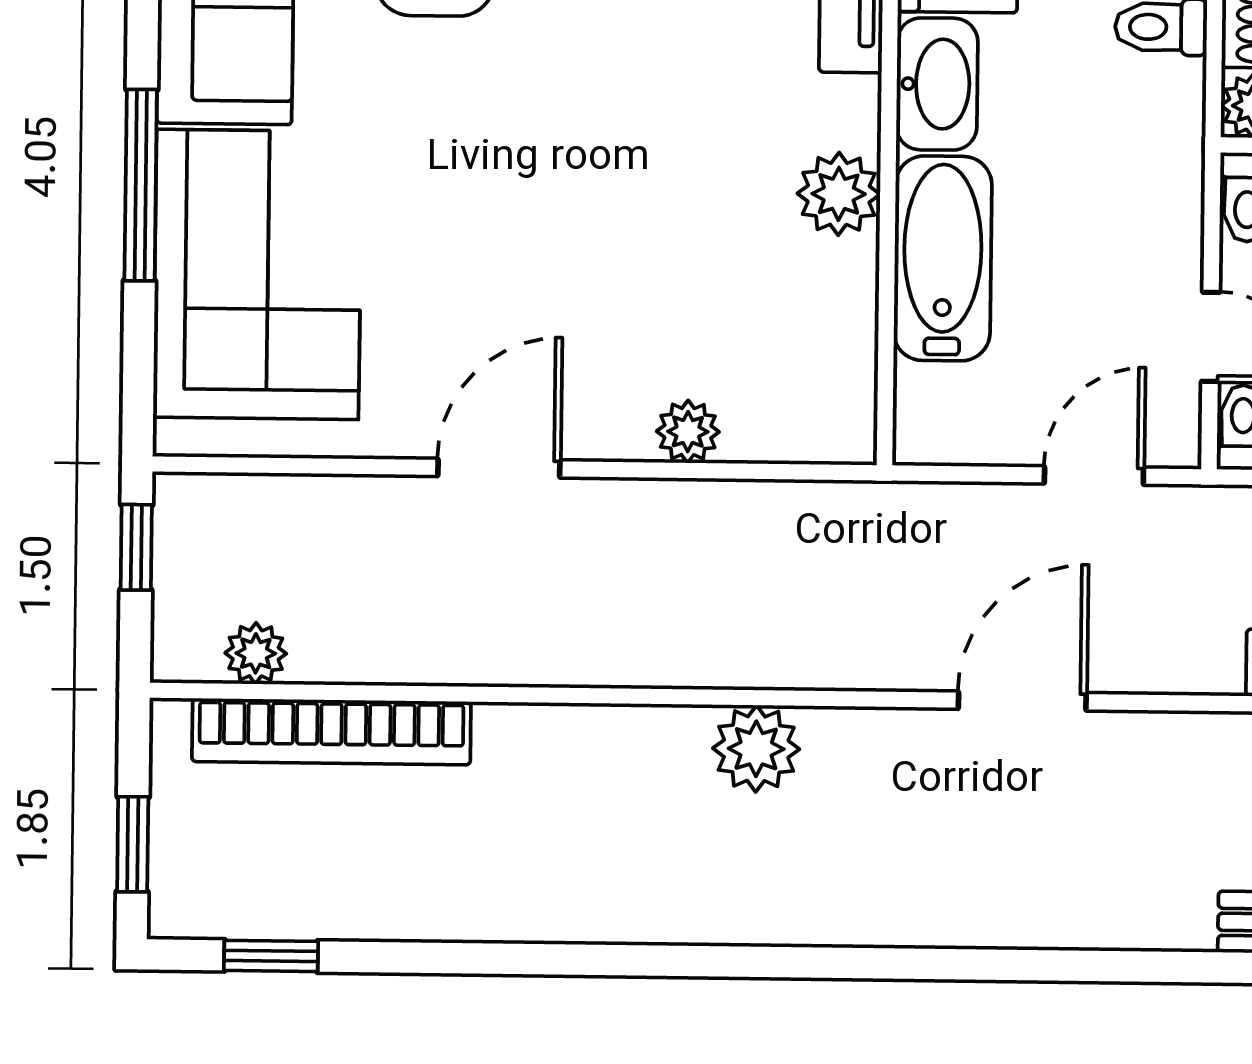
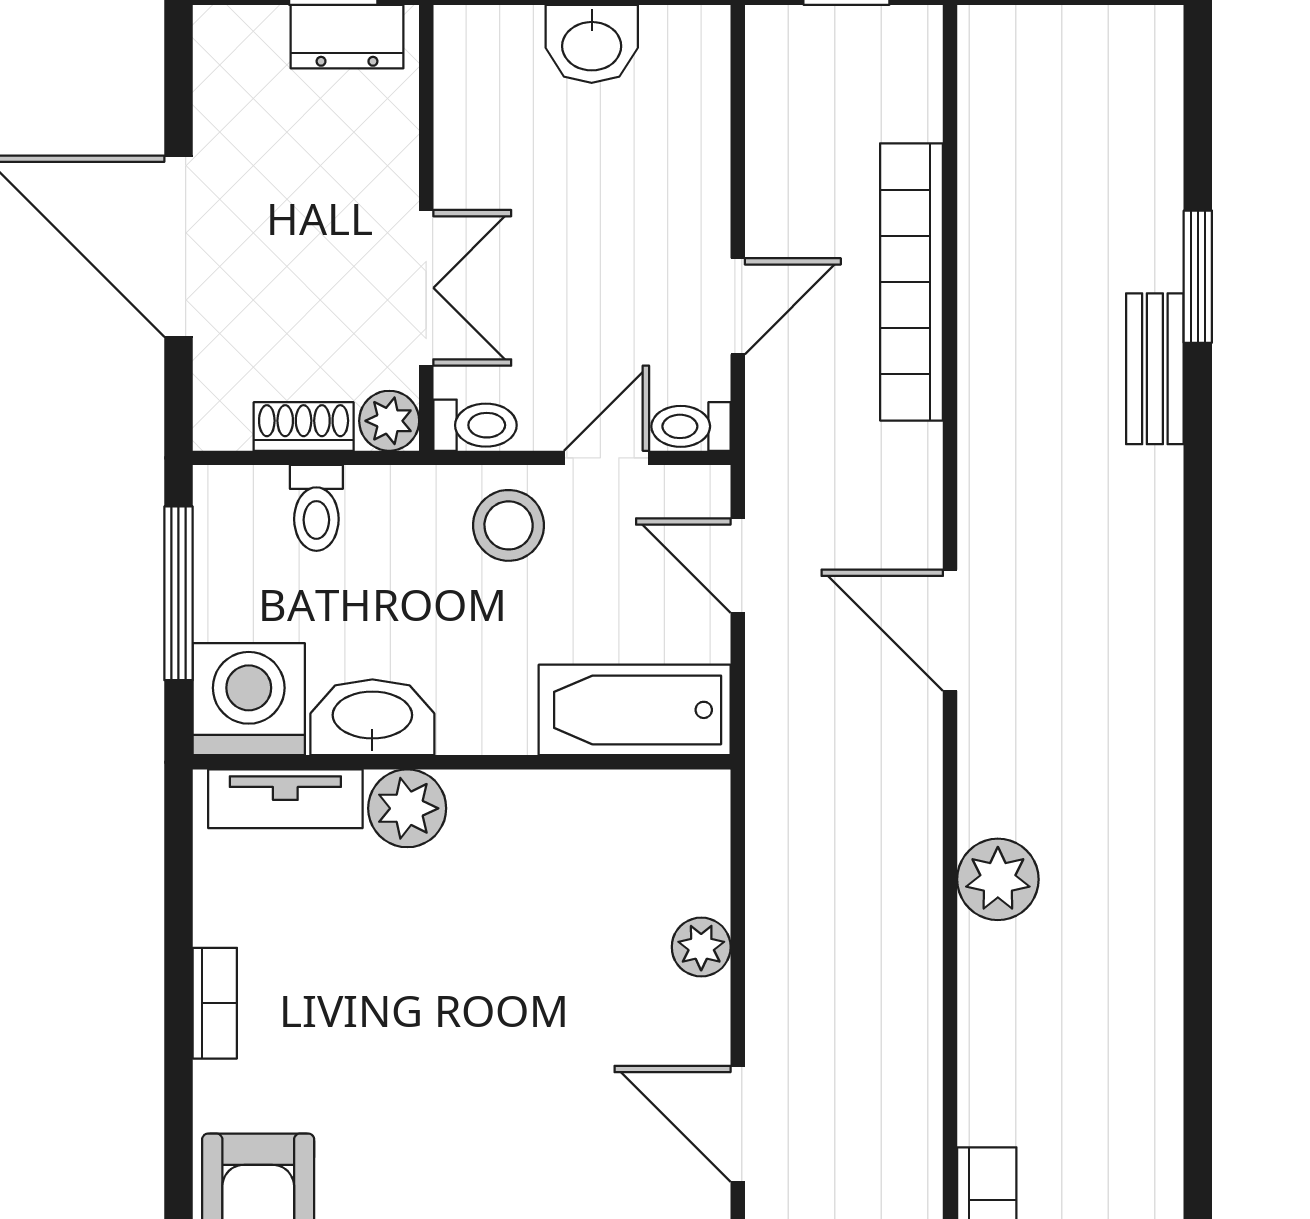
plant: (839, 194) -> (407, 808), moved
stool: (1140, 232) -> (509, 525), added
bathtub: (943, 258) -> (635, 710), moved

